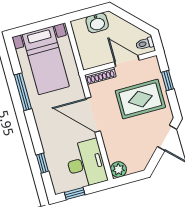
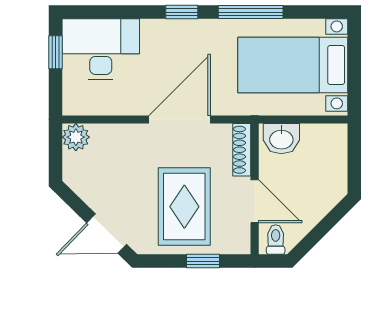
washbasin: (97, 23) -> (281, 139), moved, turned -90
door: (127, 61) -> (255, 201), hinge flipped
window: (42, 163) -> (182, 12), moved
desk: (86, 164) -> (101, 49), moved, turned 180

